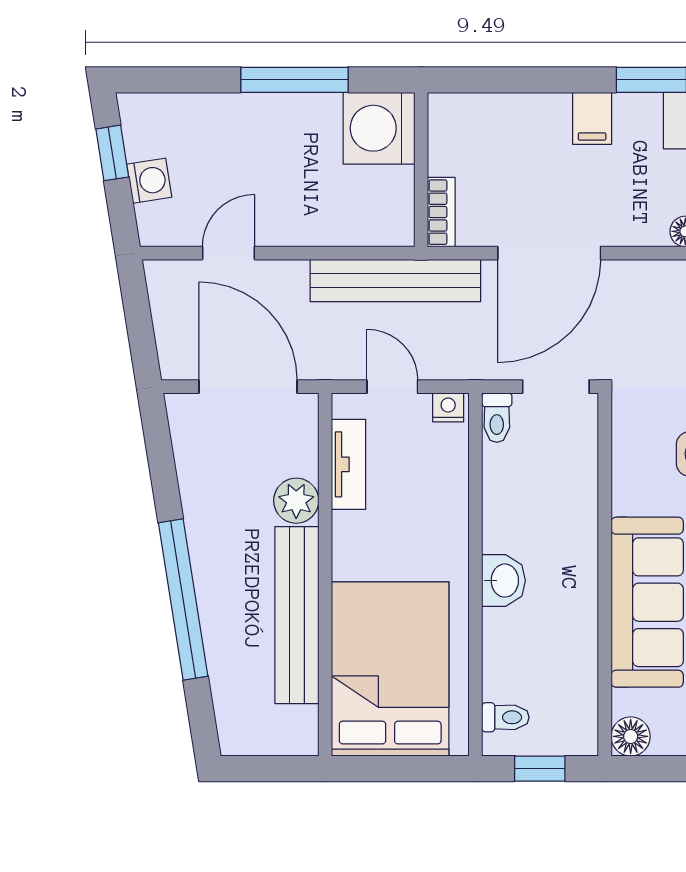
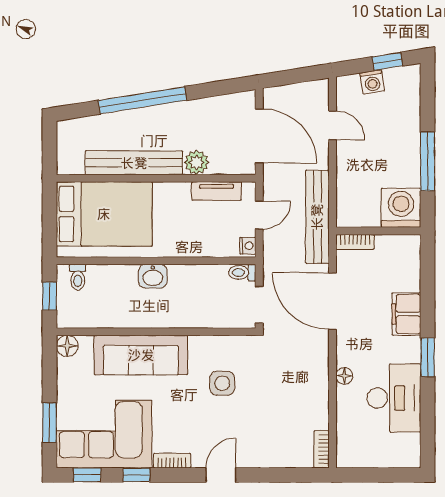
filing cabinet: (592, 118) -> (406, 314), width x2.00
door: (248, 387) -> (259, 136), hinge flipped

